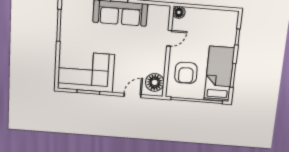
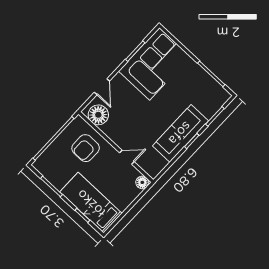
door: (169, 38) -> (127, 157), swing flipped
armchair: (186, 73) -> (86, 148), turned -89
bed: (219, 74) -> (91, 203), moved, turned 180

